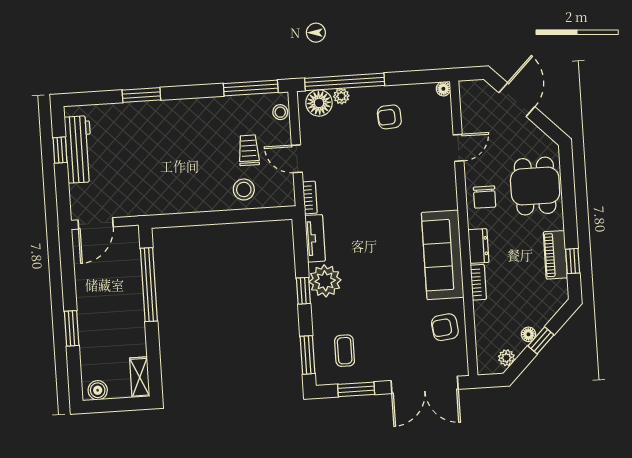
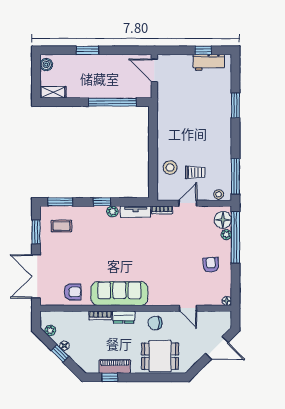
workbench: (79, 149) -> (209, 62), width x0.73
plant: (325, 281) -> (112, 211), width x0.53, depth x0.53
armchair: (445, 327) -> (73, 292), turned 97

